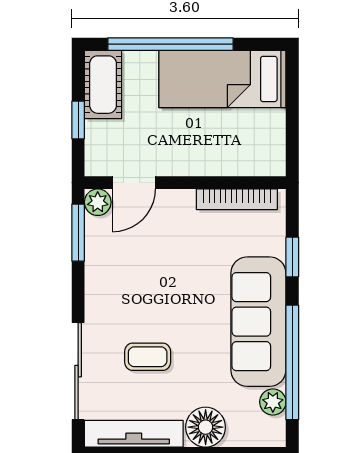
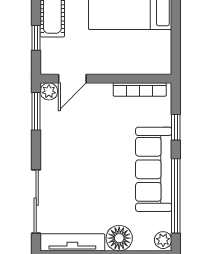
coffee table: (148, 357) -> (81, 192), removed
plant: (273, 402) -> (163, 240), moved

